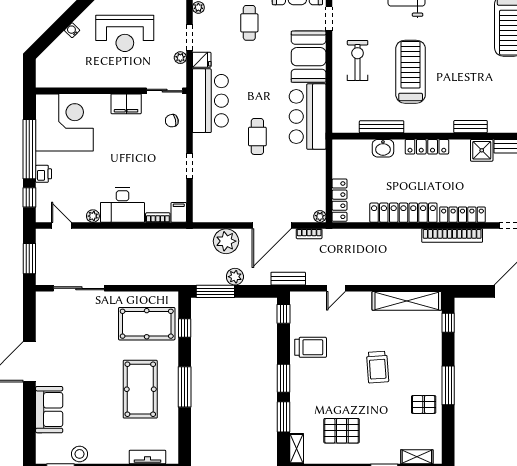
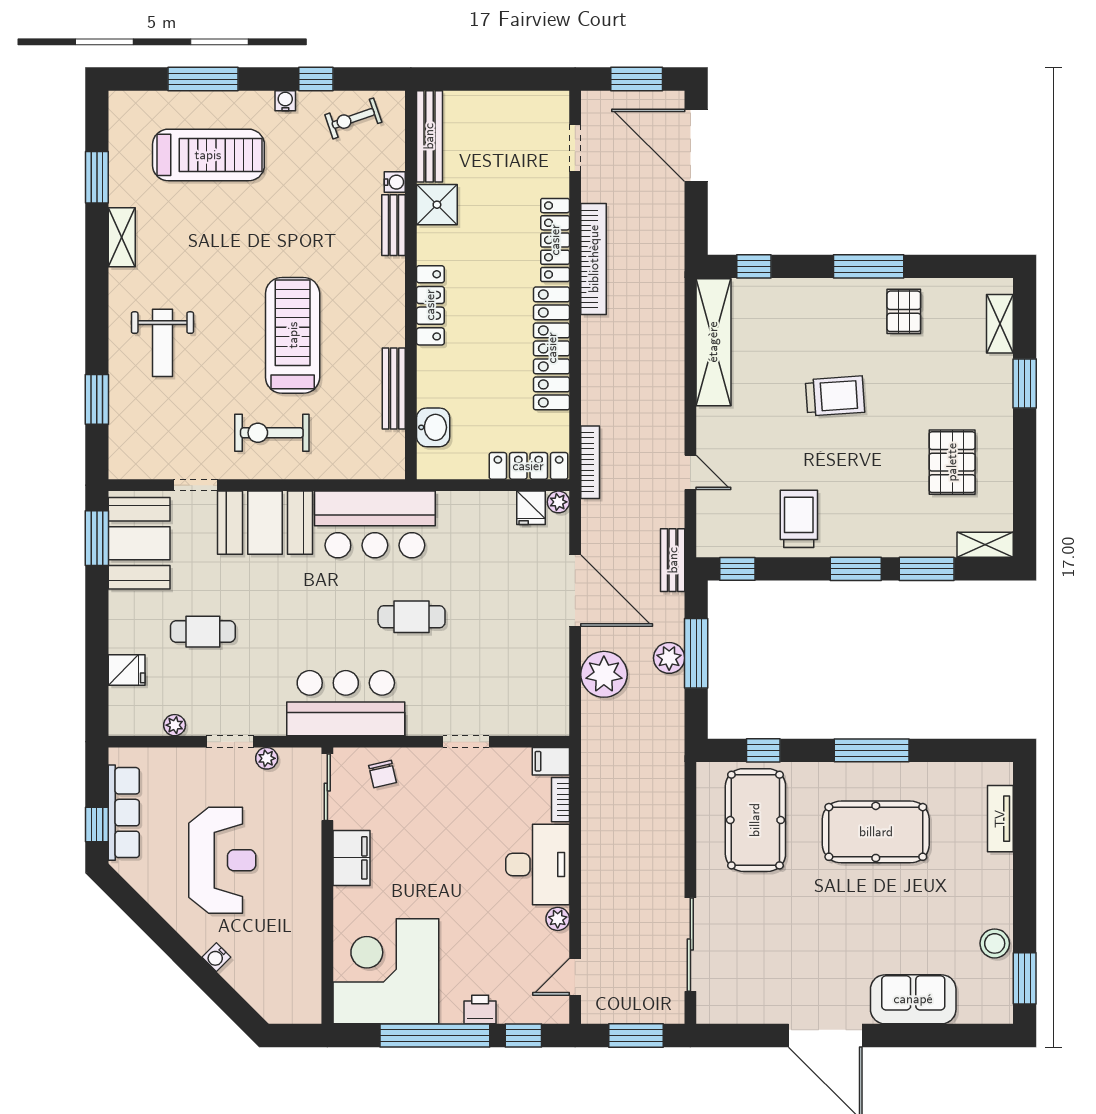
fridge: (202, 60) -> (531, 508), moved, turned 180
treadmill: (411, 72) -> (293, 335), turned 90
water cooler: (494, 127) -> (395, 182), added
washbasin: (383, 148) -> (433, 427), moved
bookcase: (309, 234) -> (590, 462), moved, width x1.56
window: (215, 291) -> (696, 653), moved

